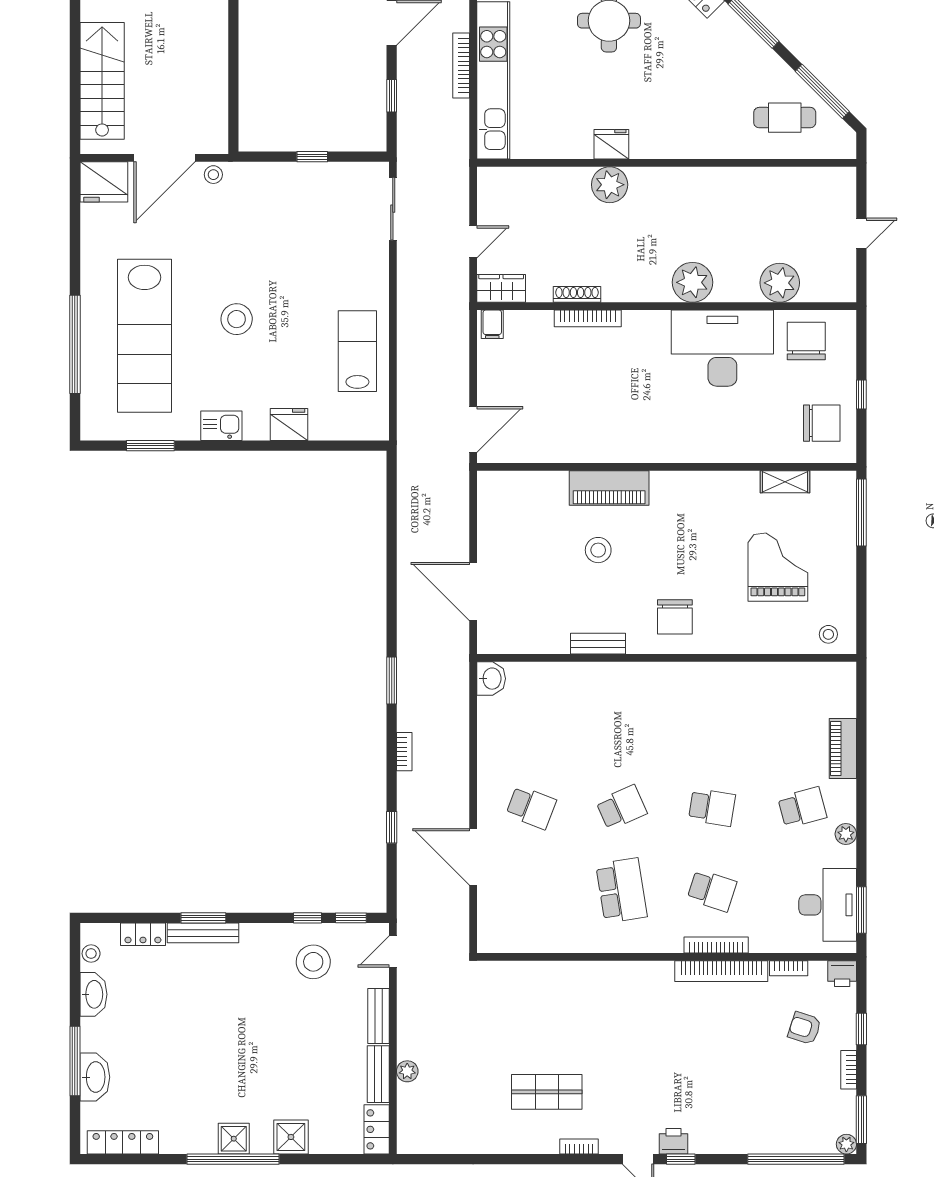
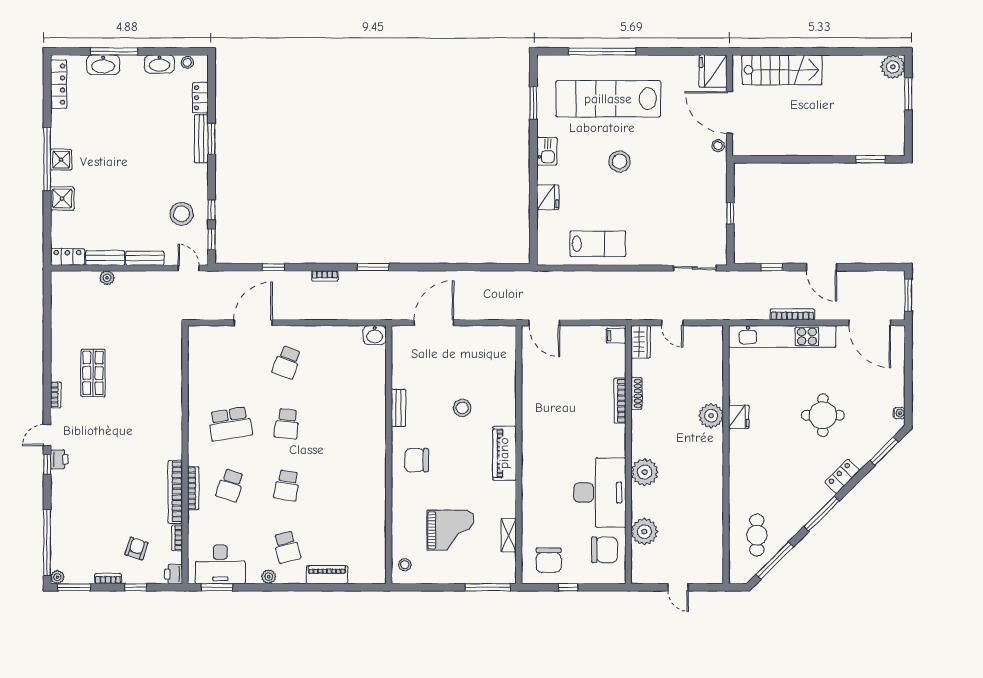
piano: (609, 488) -> (504, 453), moved
school desk: (622, 807) -> (287, 424), turned 30

